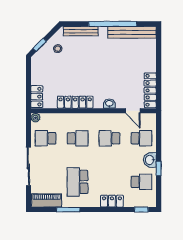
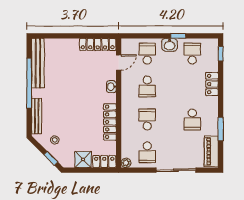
shower: (39, 76) -> (83, 159), added
school desk: (78, 182) -> (192, 119), width x0.54

